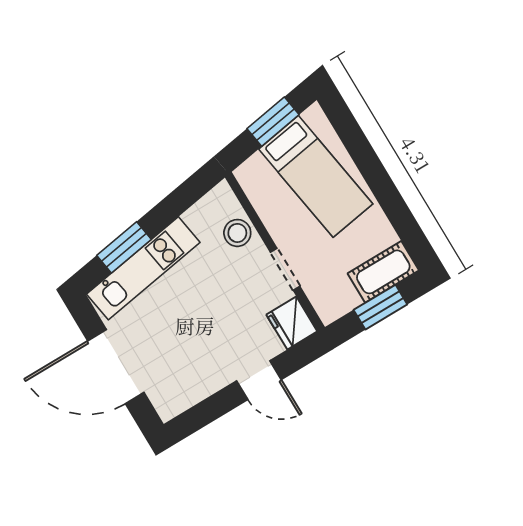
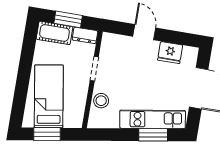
dresser: (338, 305) -> (85, 35), added
fridge: (292, 323) -> (170, 53), moved, turned 90

